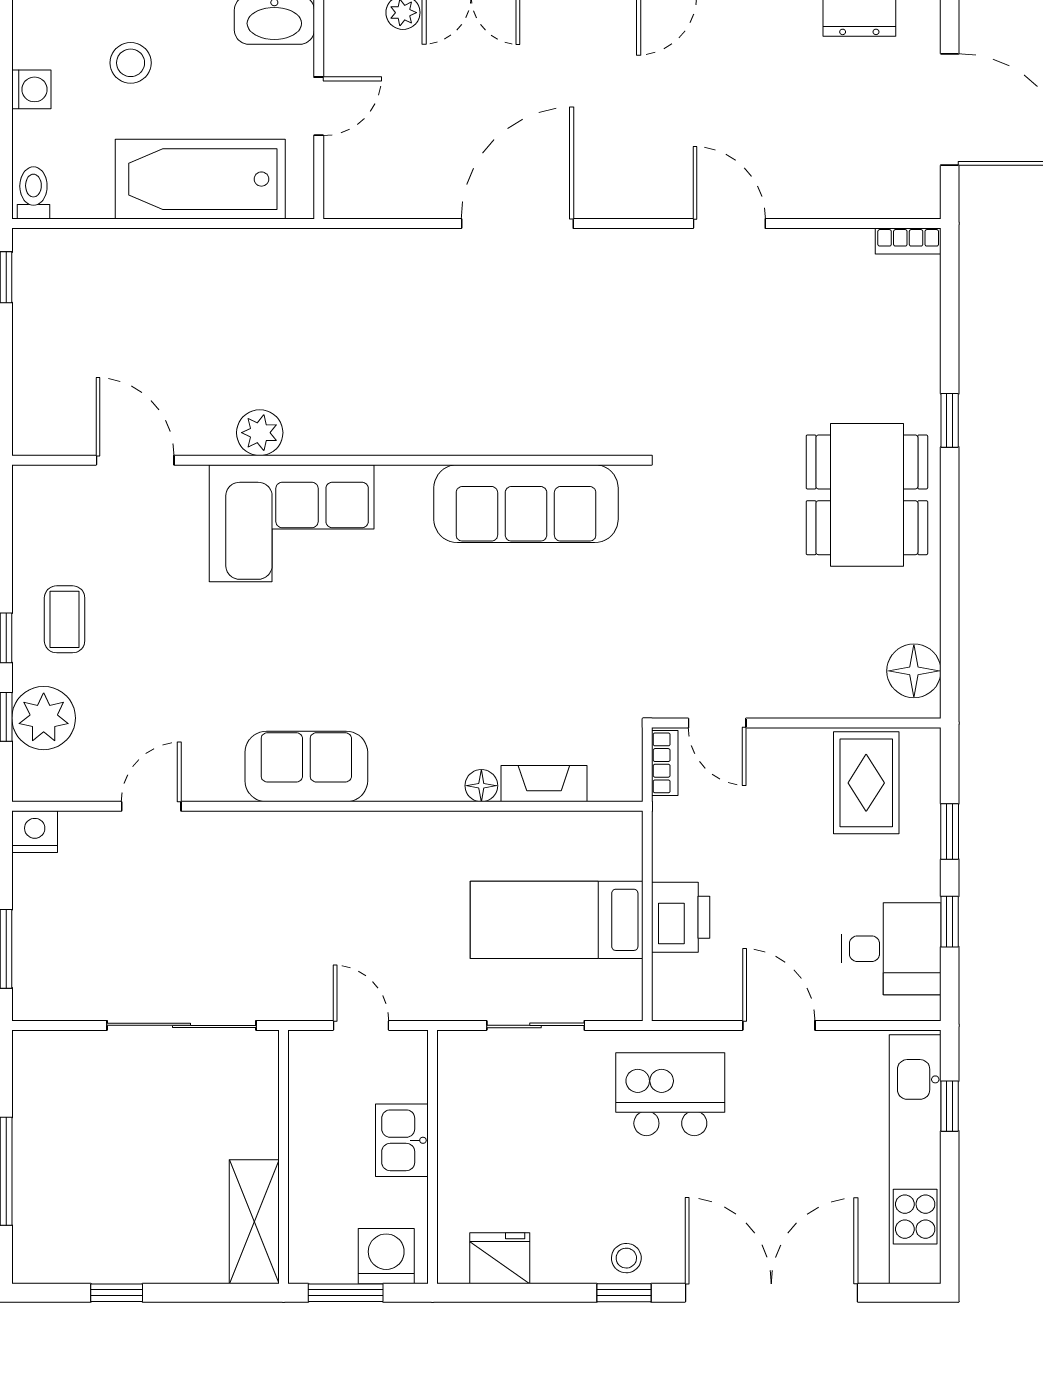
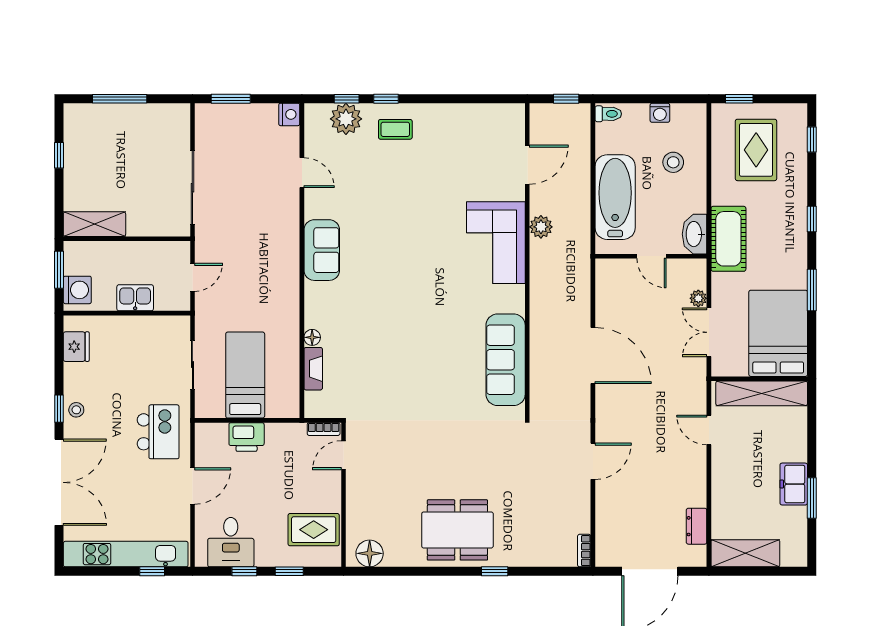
plant: (260, 433) -> (541, 227), moved
door: (135, 460) -> (527, 165), moved
wall: (327, 460) -> (527, 261), moved
sofa: (526, 504) -> (506, 360), moved
corner sofa: (292, 523) -> (496, 243), moved

